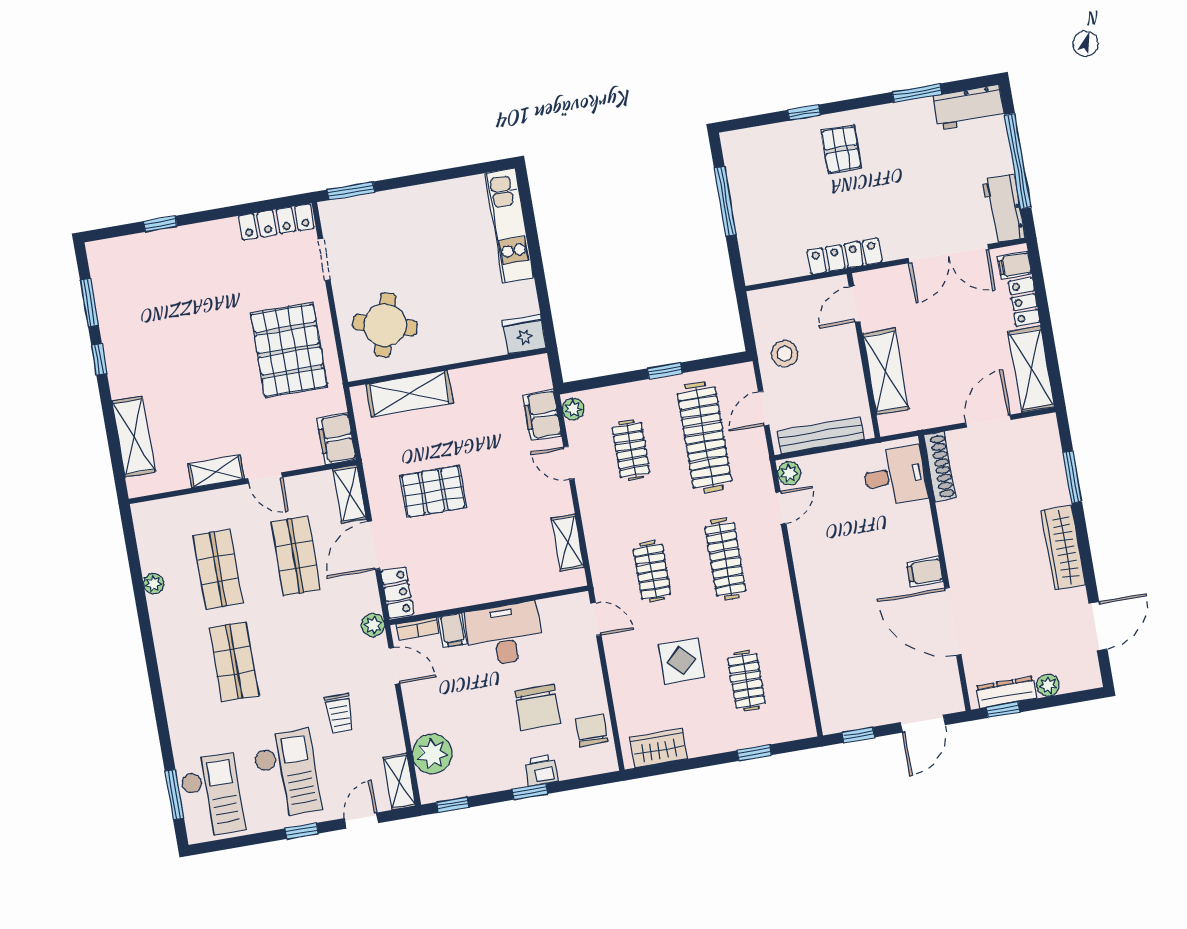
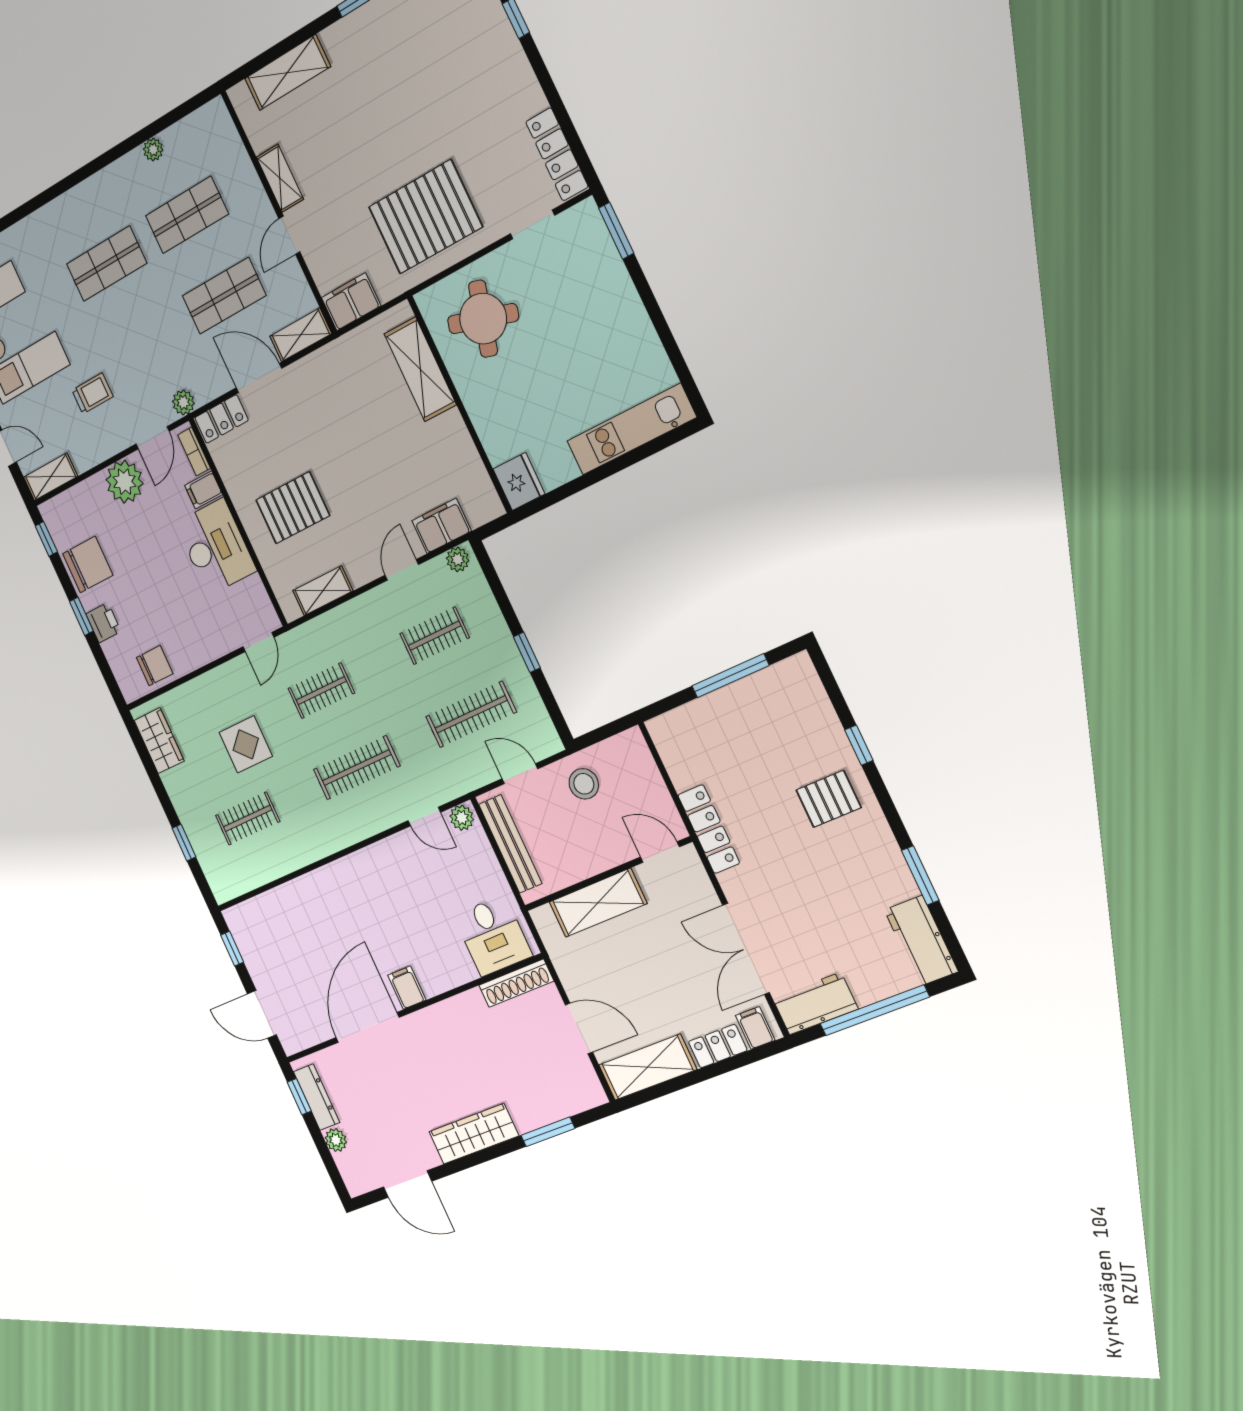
clothes rail: (704, 437) -> (471, 714), width x0.73, depth x0.76
pallet: (433, 491) -> (293, 508), moved, turned 90
chair: (538, 707) -> (88, 565), moved, turned 180
trolley: (339, 714) -> (92, 393), turned 180
plant: (432, 754) -> (124, 482), moved

